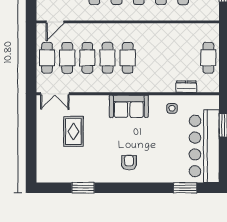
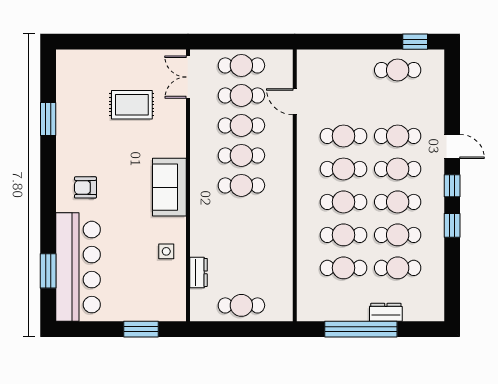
door: (55, 22) -> (295, 102), moved
bar counter: (204, 146) -> (78, 267), moved, turned 90
armchair: (129, 163) -> (85, 187), turned 180

